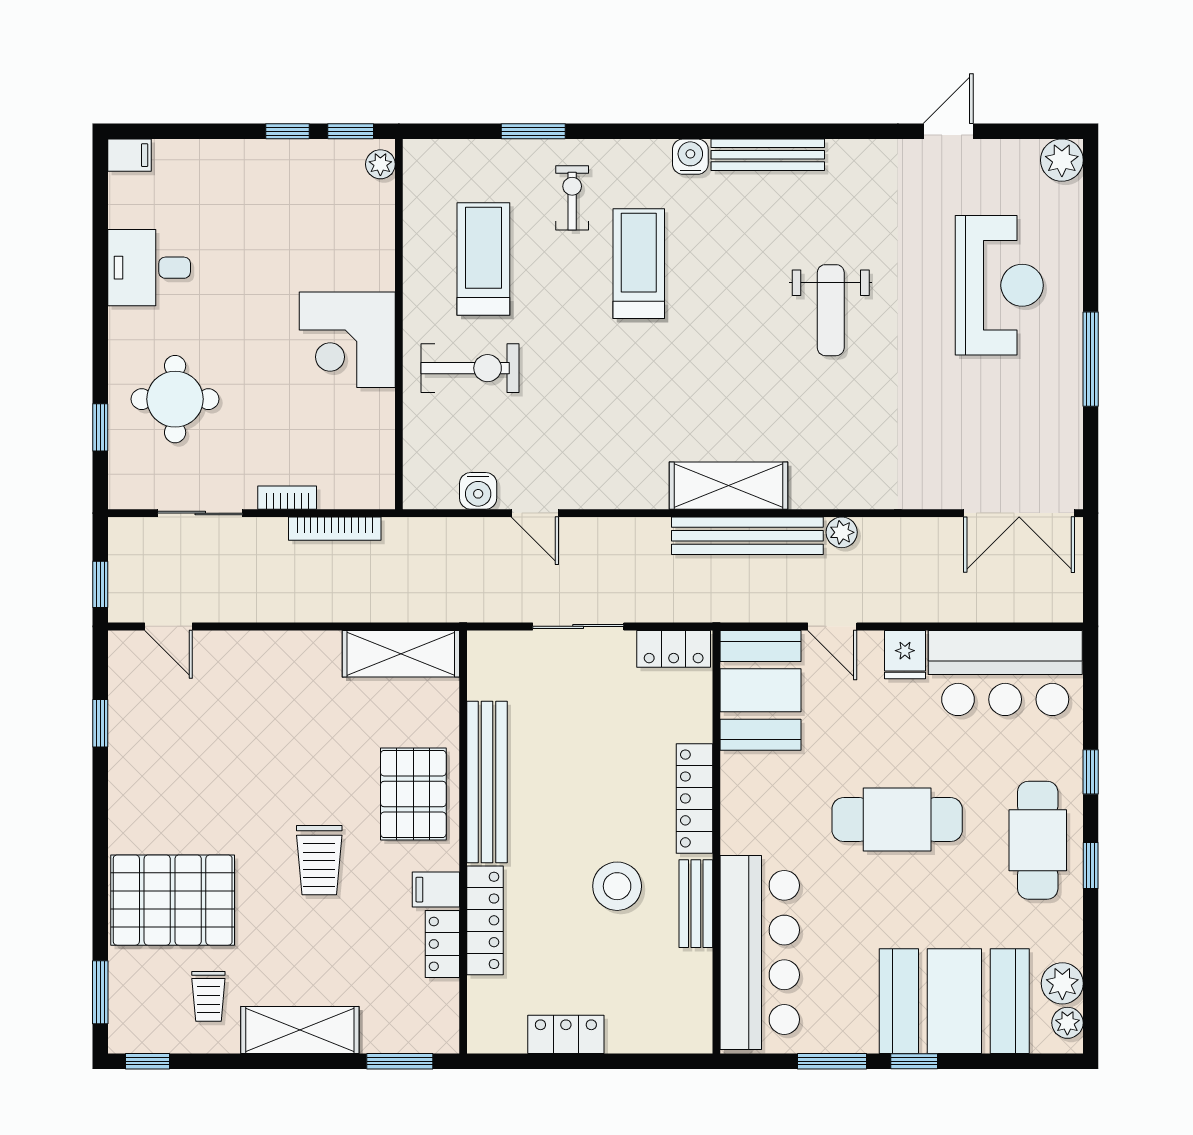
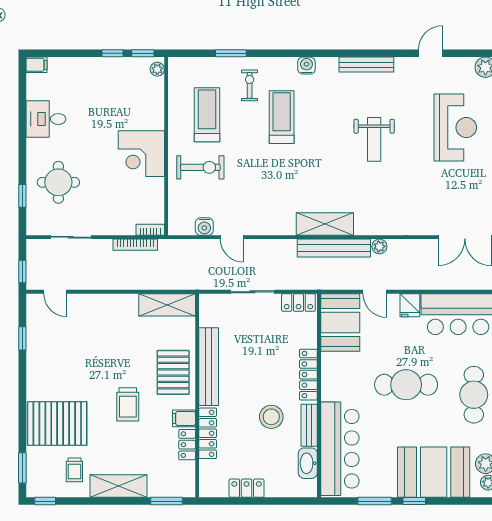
bench: (768, 155) -> (366, 65), moved
bookcase: (287, 498) -> (150, 230), moved
washbasin: (693, 983) -> (308, 463), added

